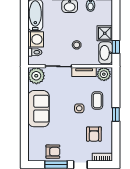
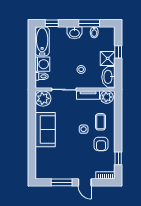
window: (116, 47) -> (118, 52), moved
window: (116, 114) -> (118, 158), moved
armchair: (94, 134) -> (101, 144), moved
armchair: (53, 152) -> (59, 170), removed

